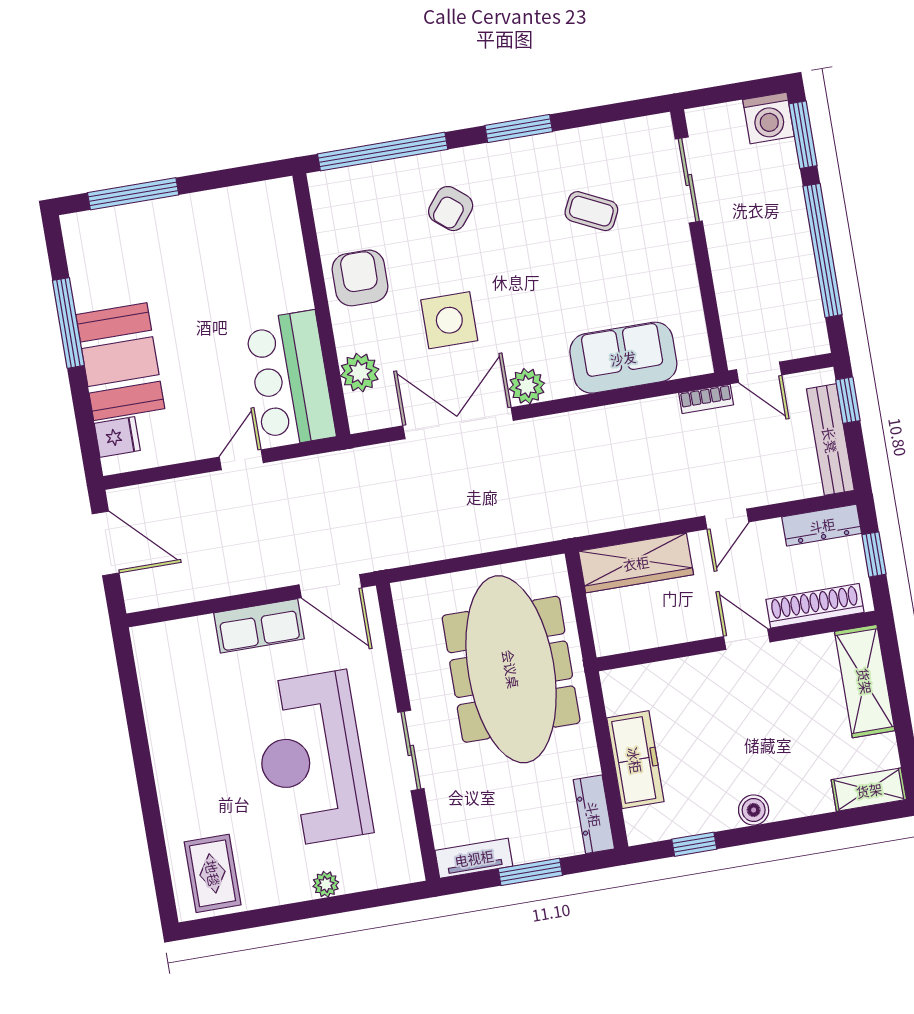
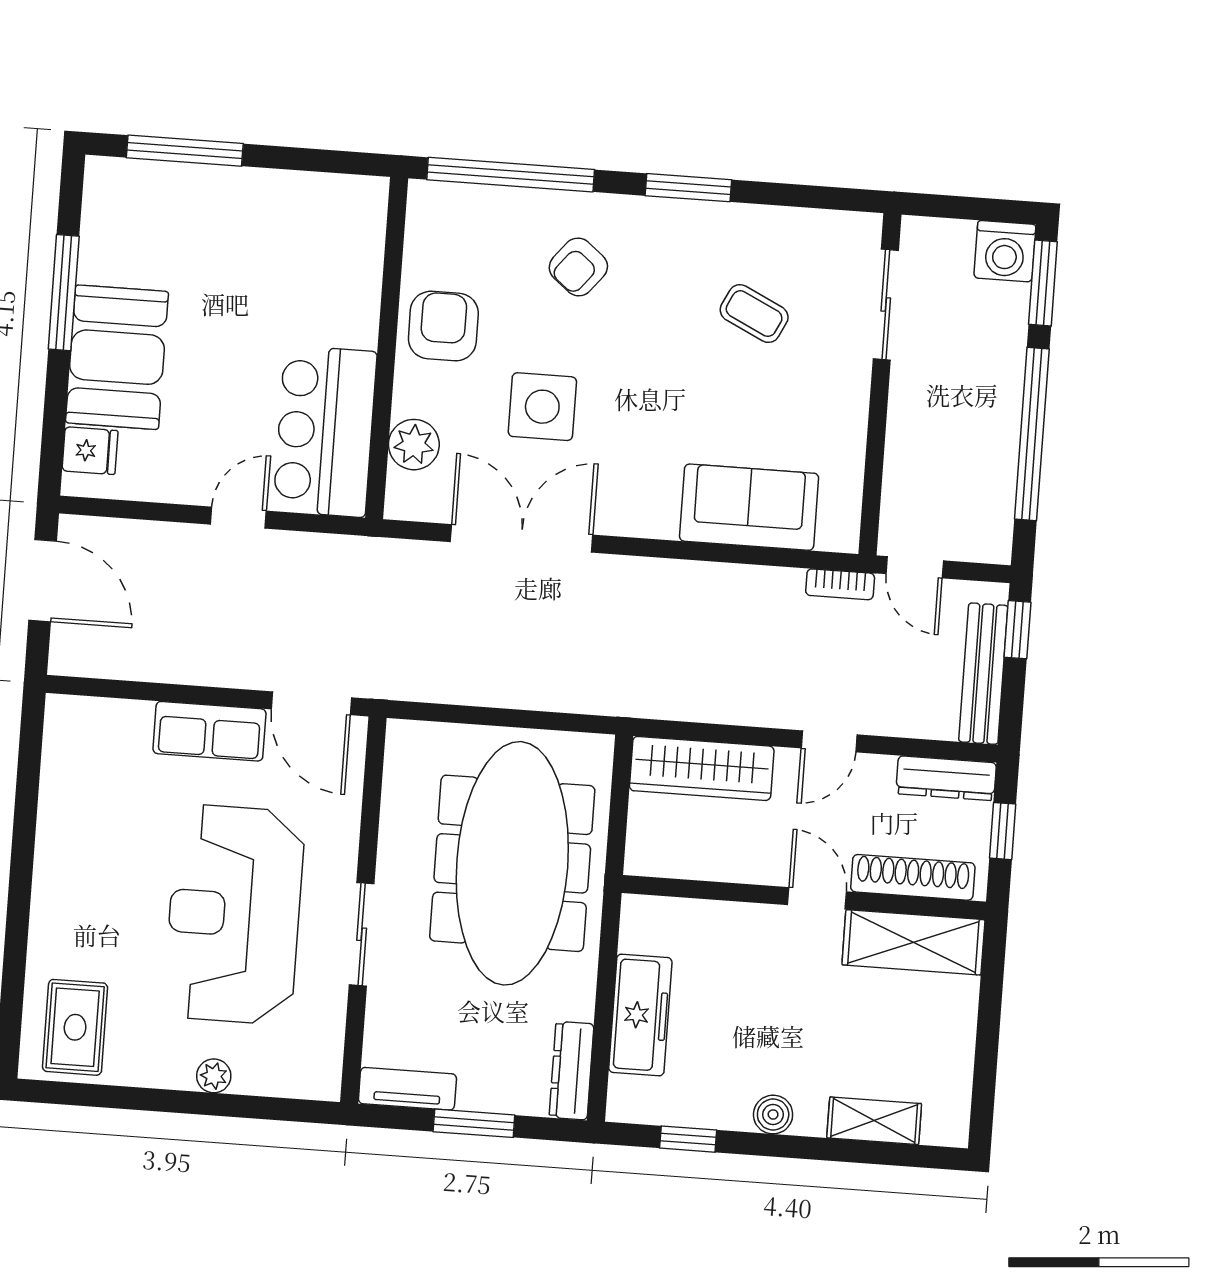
plant: (527, 386) -> (619, 513), removed
shelving: (865, 681) -> (913, 942), moved, turned 90
shelving: (869, 790) -> (874, 1121), moved

